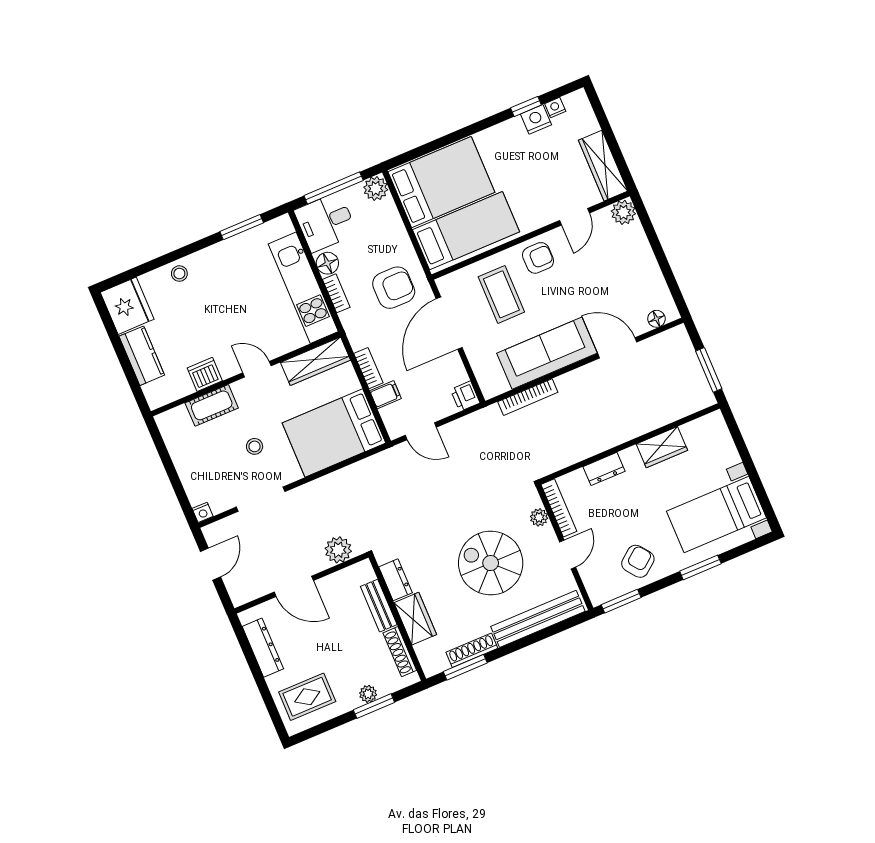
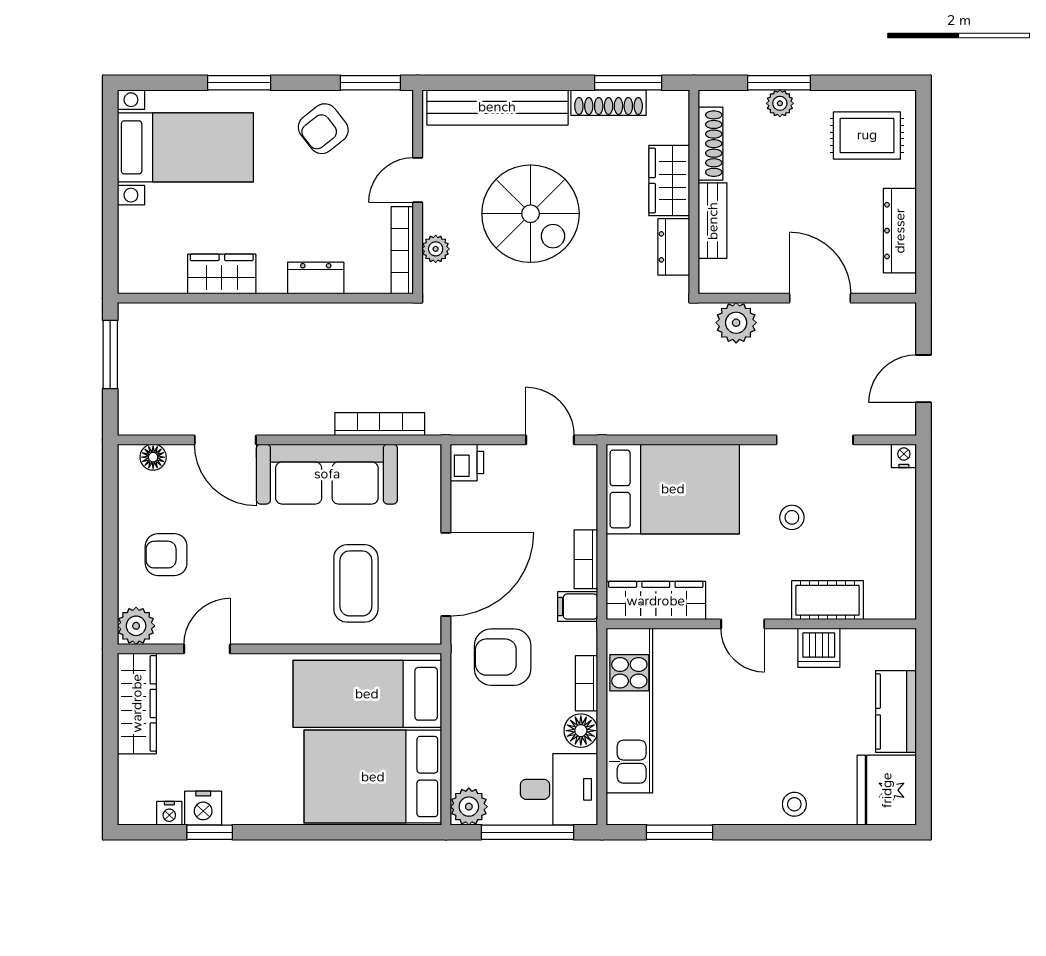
armchair: (538, 258) -> (166, 555), moved
filing cabinet: (385, 395) -> (578, 607), moved

